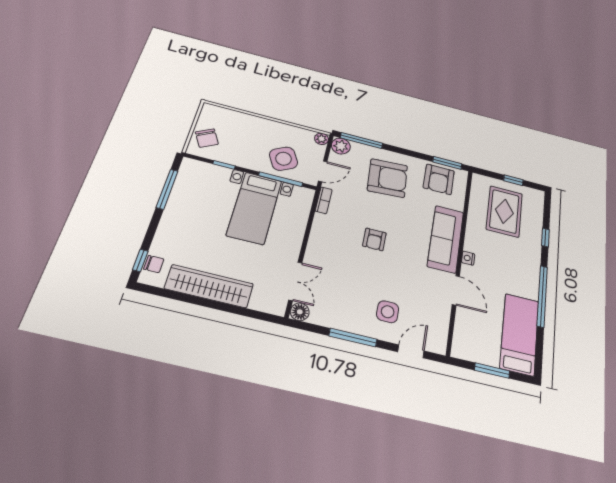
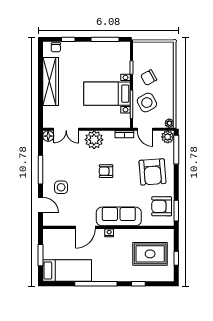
chair: (207, 138) -> (149, 78), moved
plant: (322, 244) -> (94, 140), added
window: (140, 260) -> (68, 39), moved

